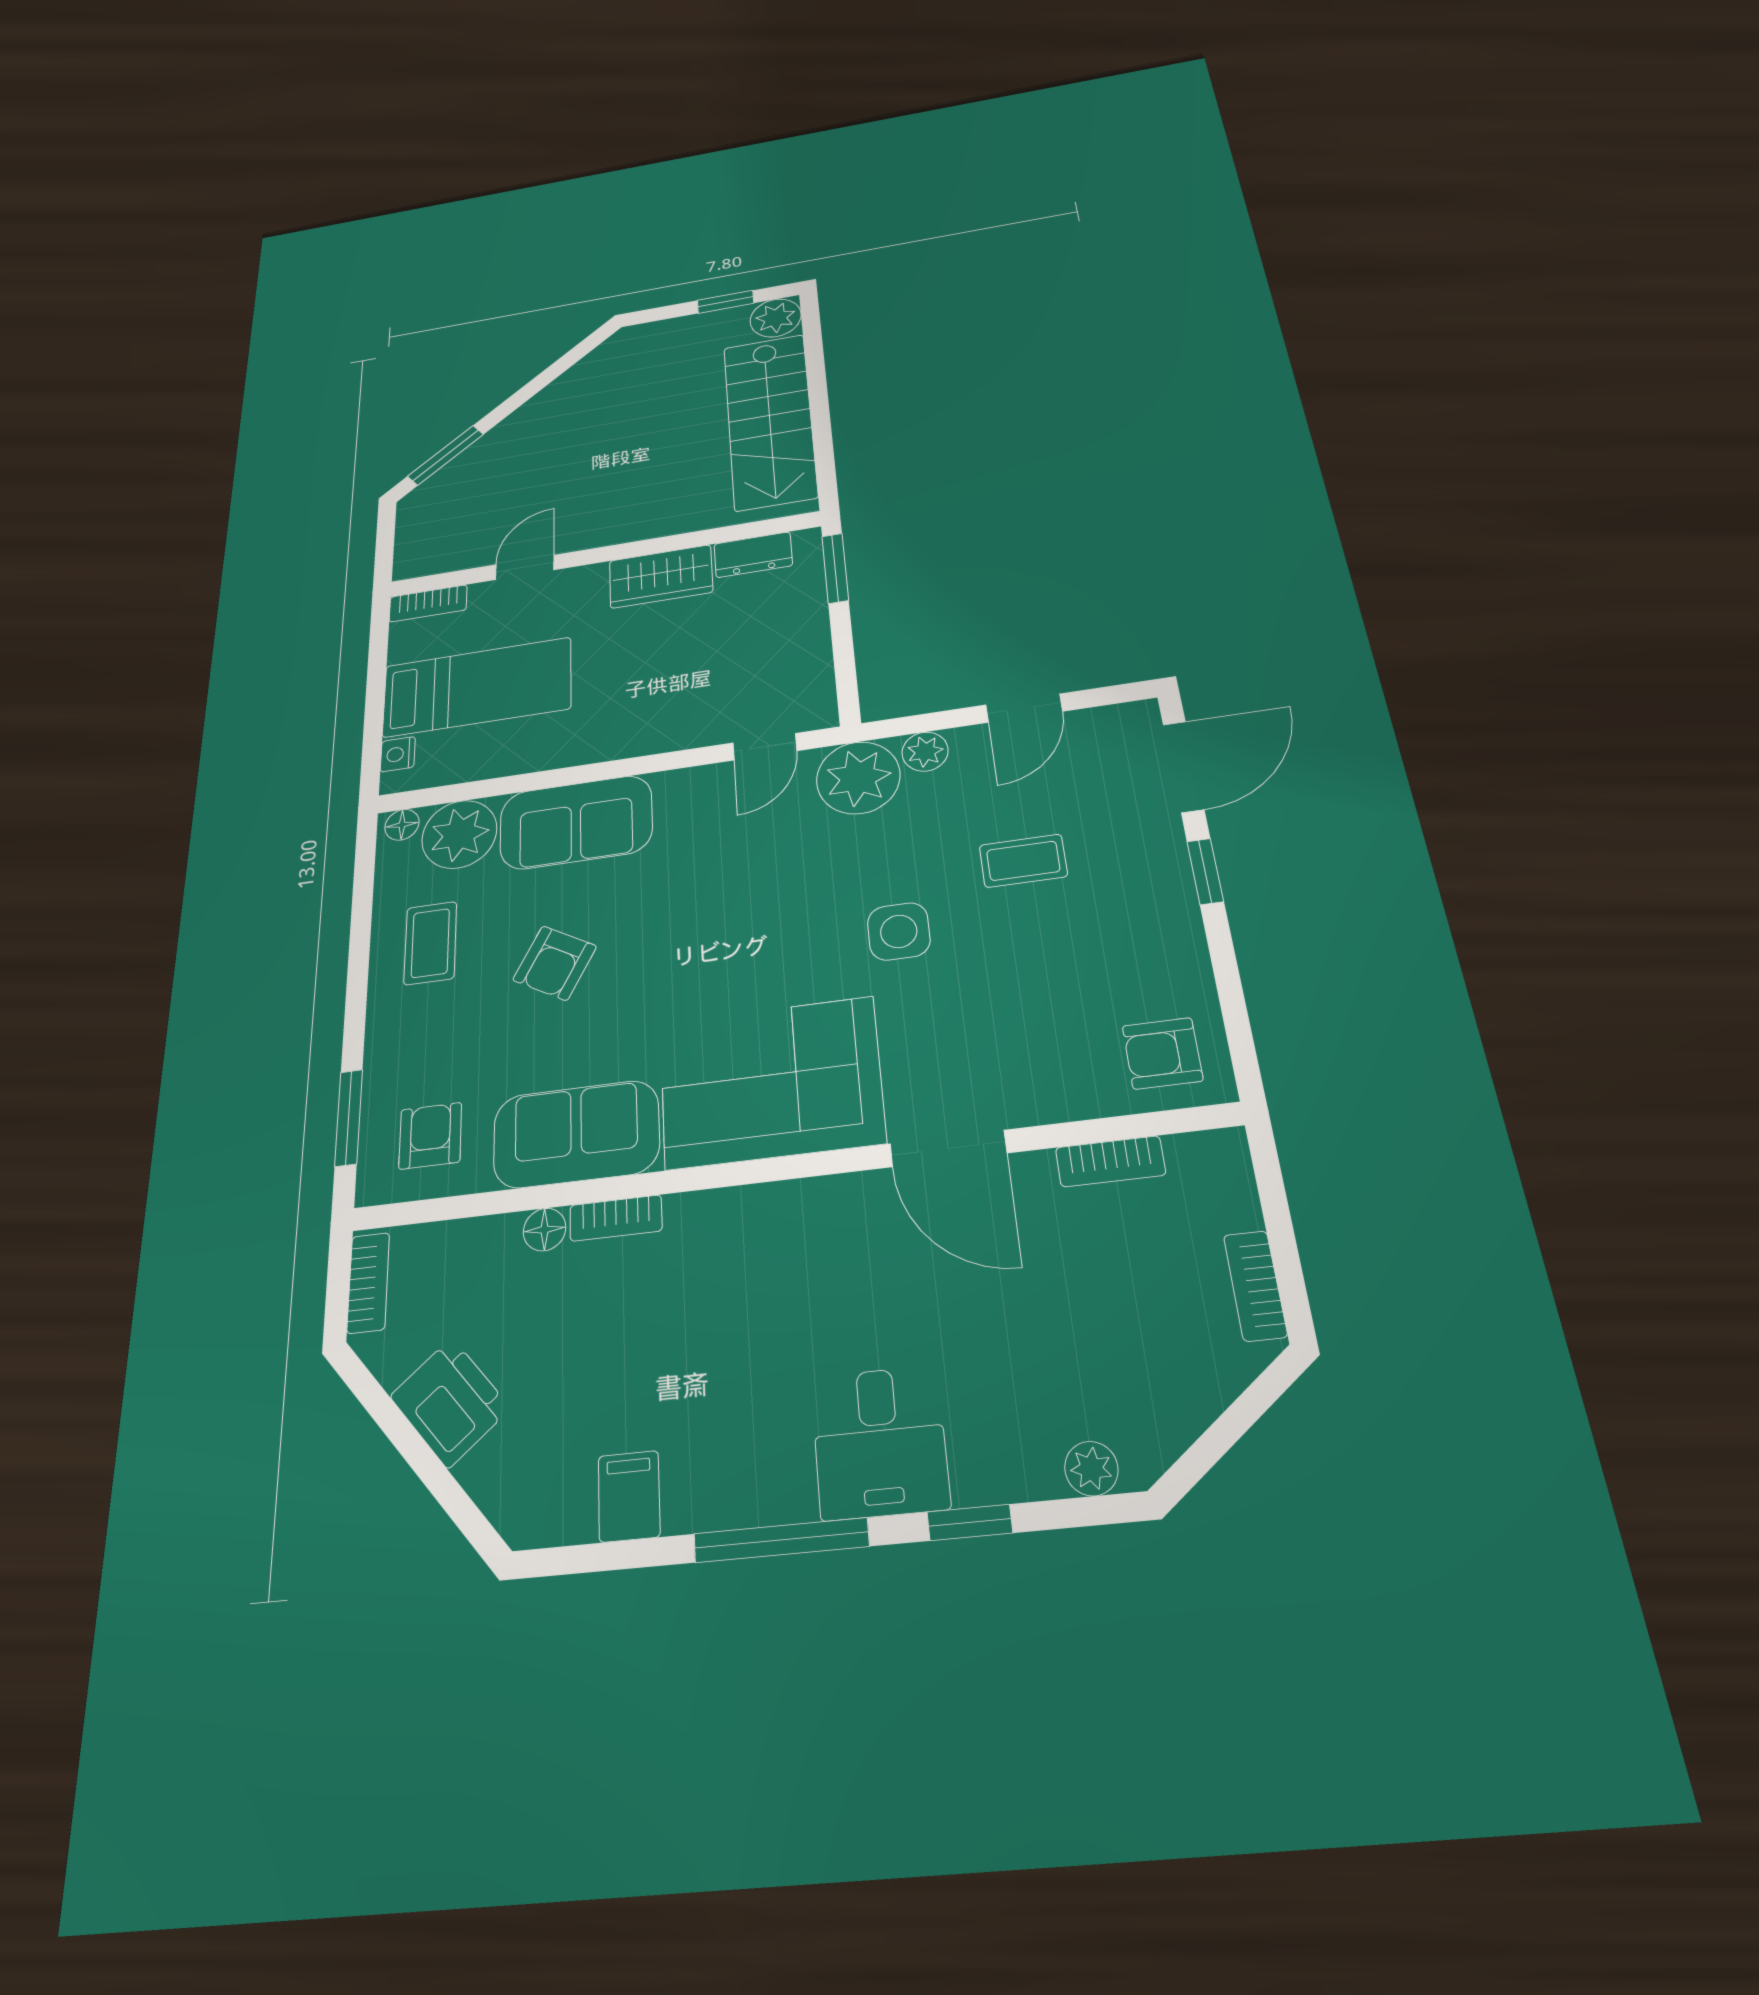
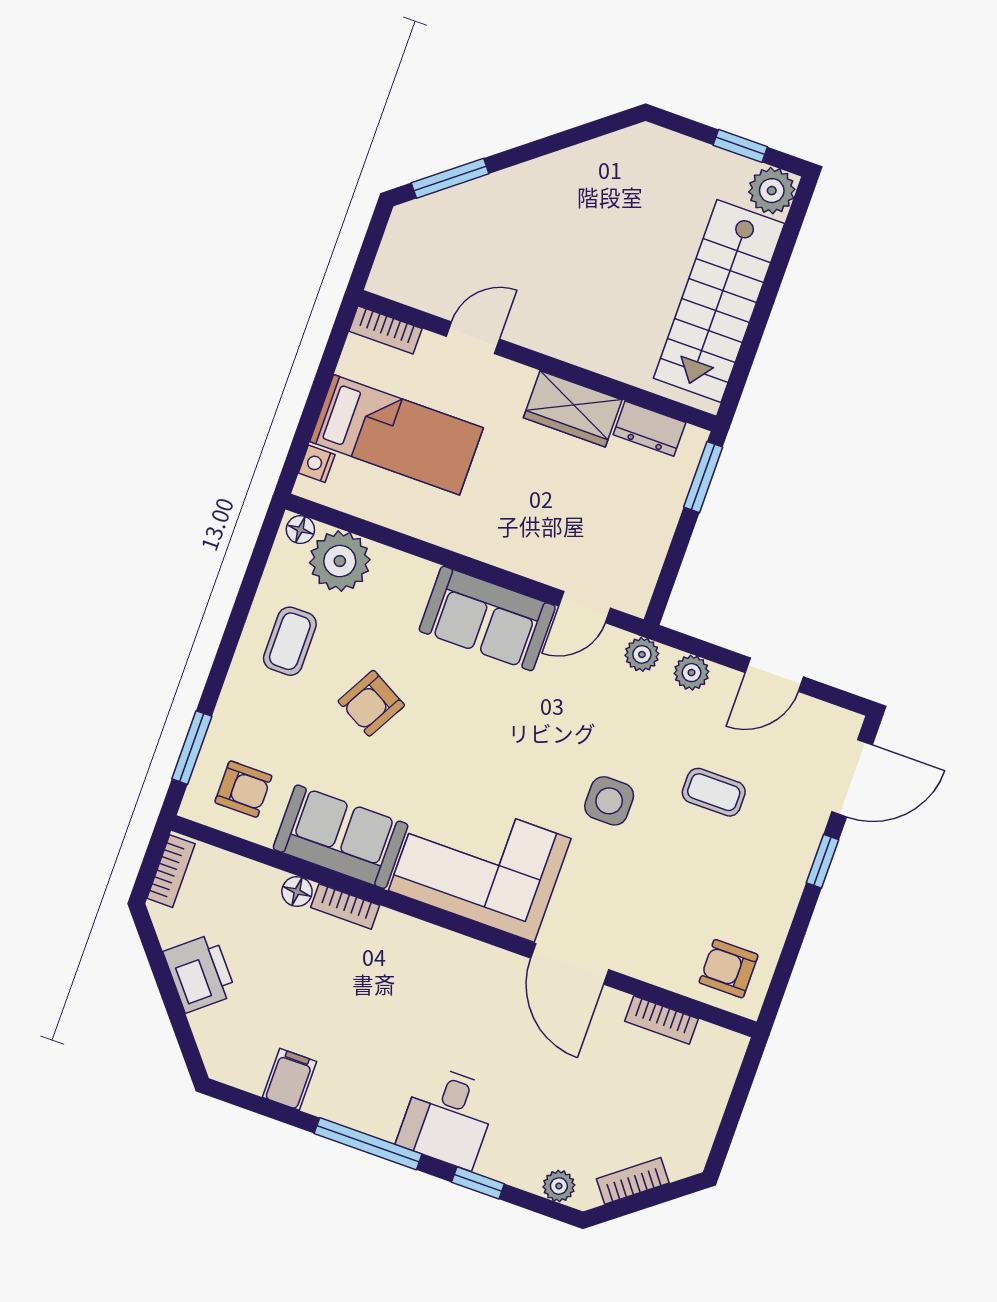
plant: (858, 778) -> (642, 654), width x0.53, depth x0.53
sofa: (576, 822) -> (487, 618), moved
armchair: (430, 1136) -> (243, 789), turned 90
bookcase: (1255, 1286) -> (633, 1181), moved, turned 52

